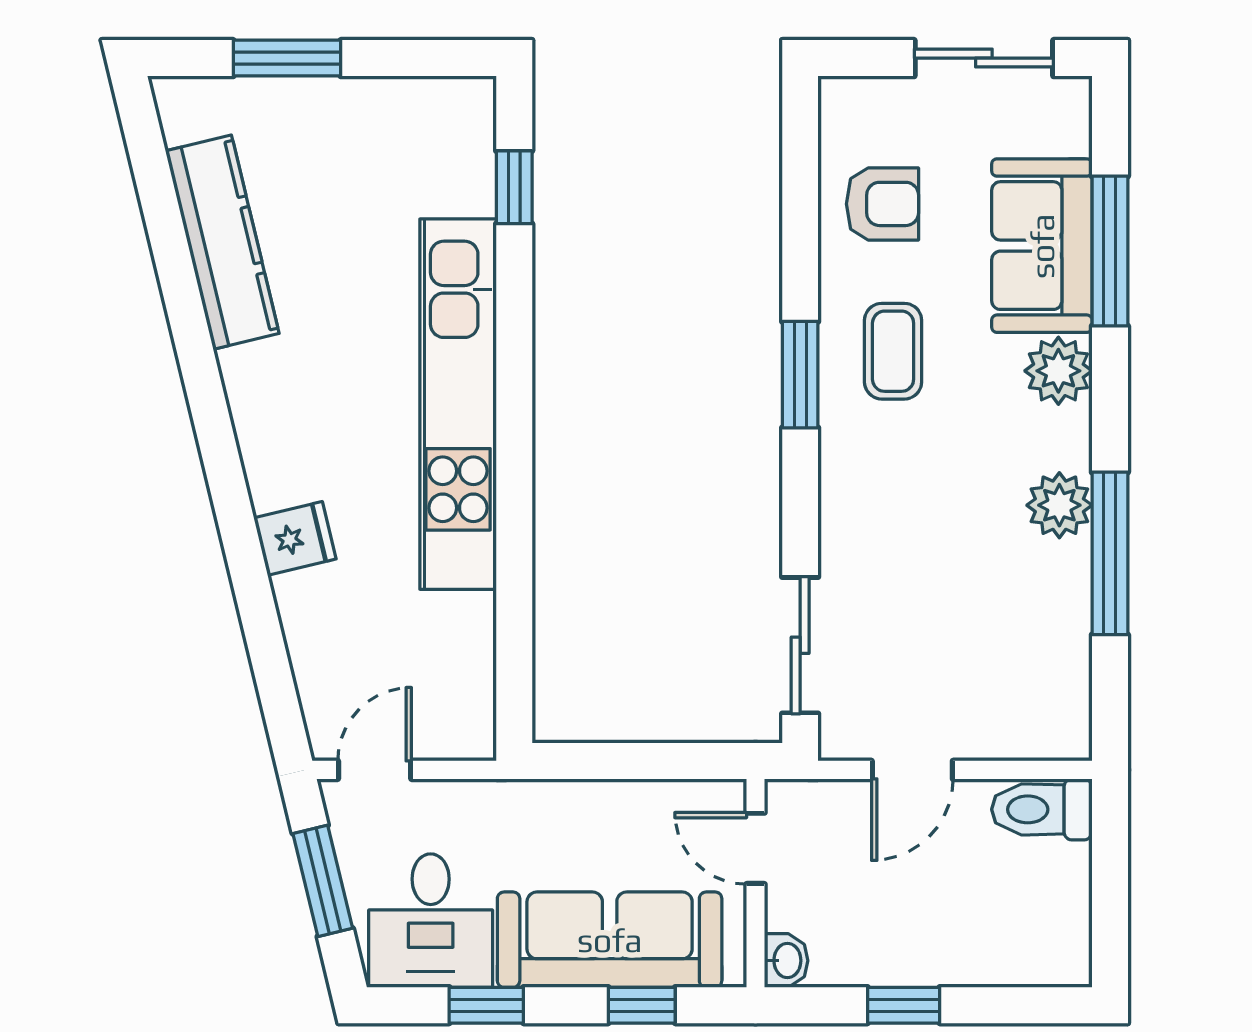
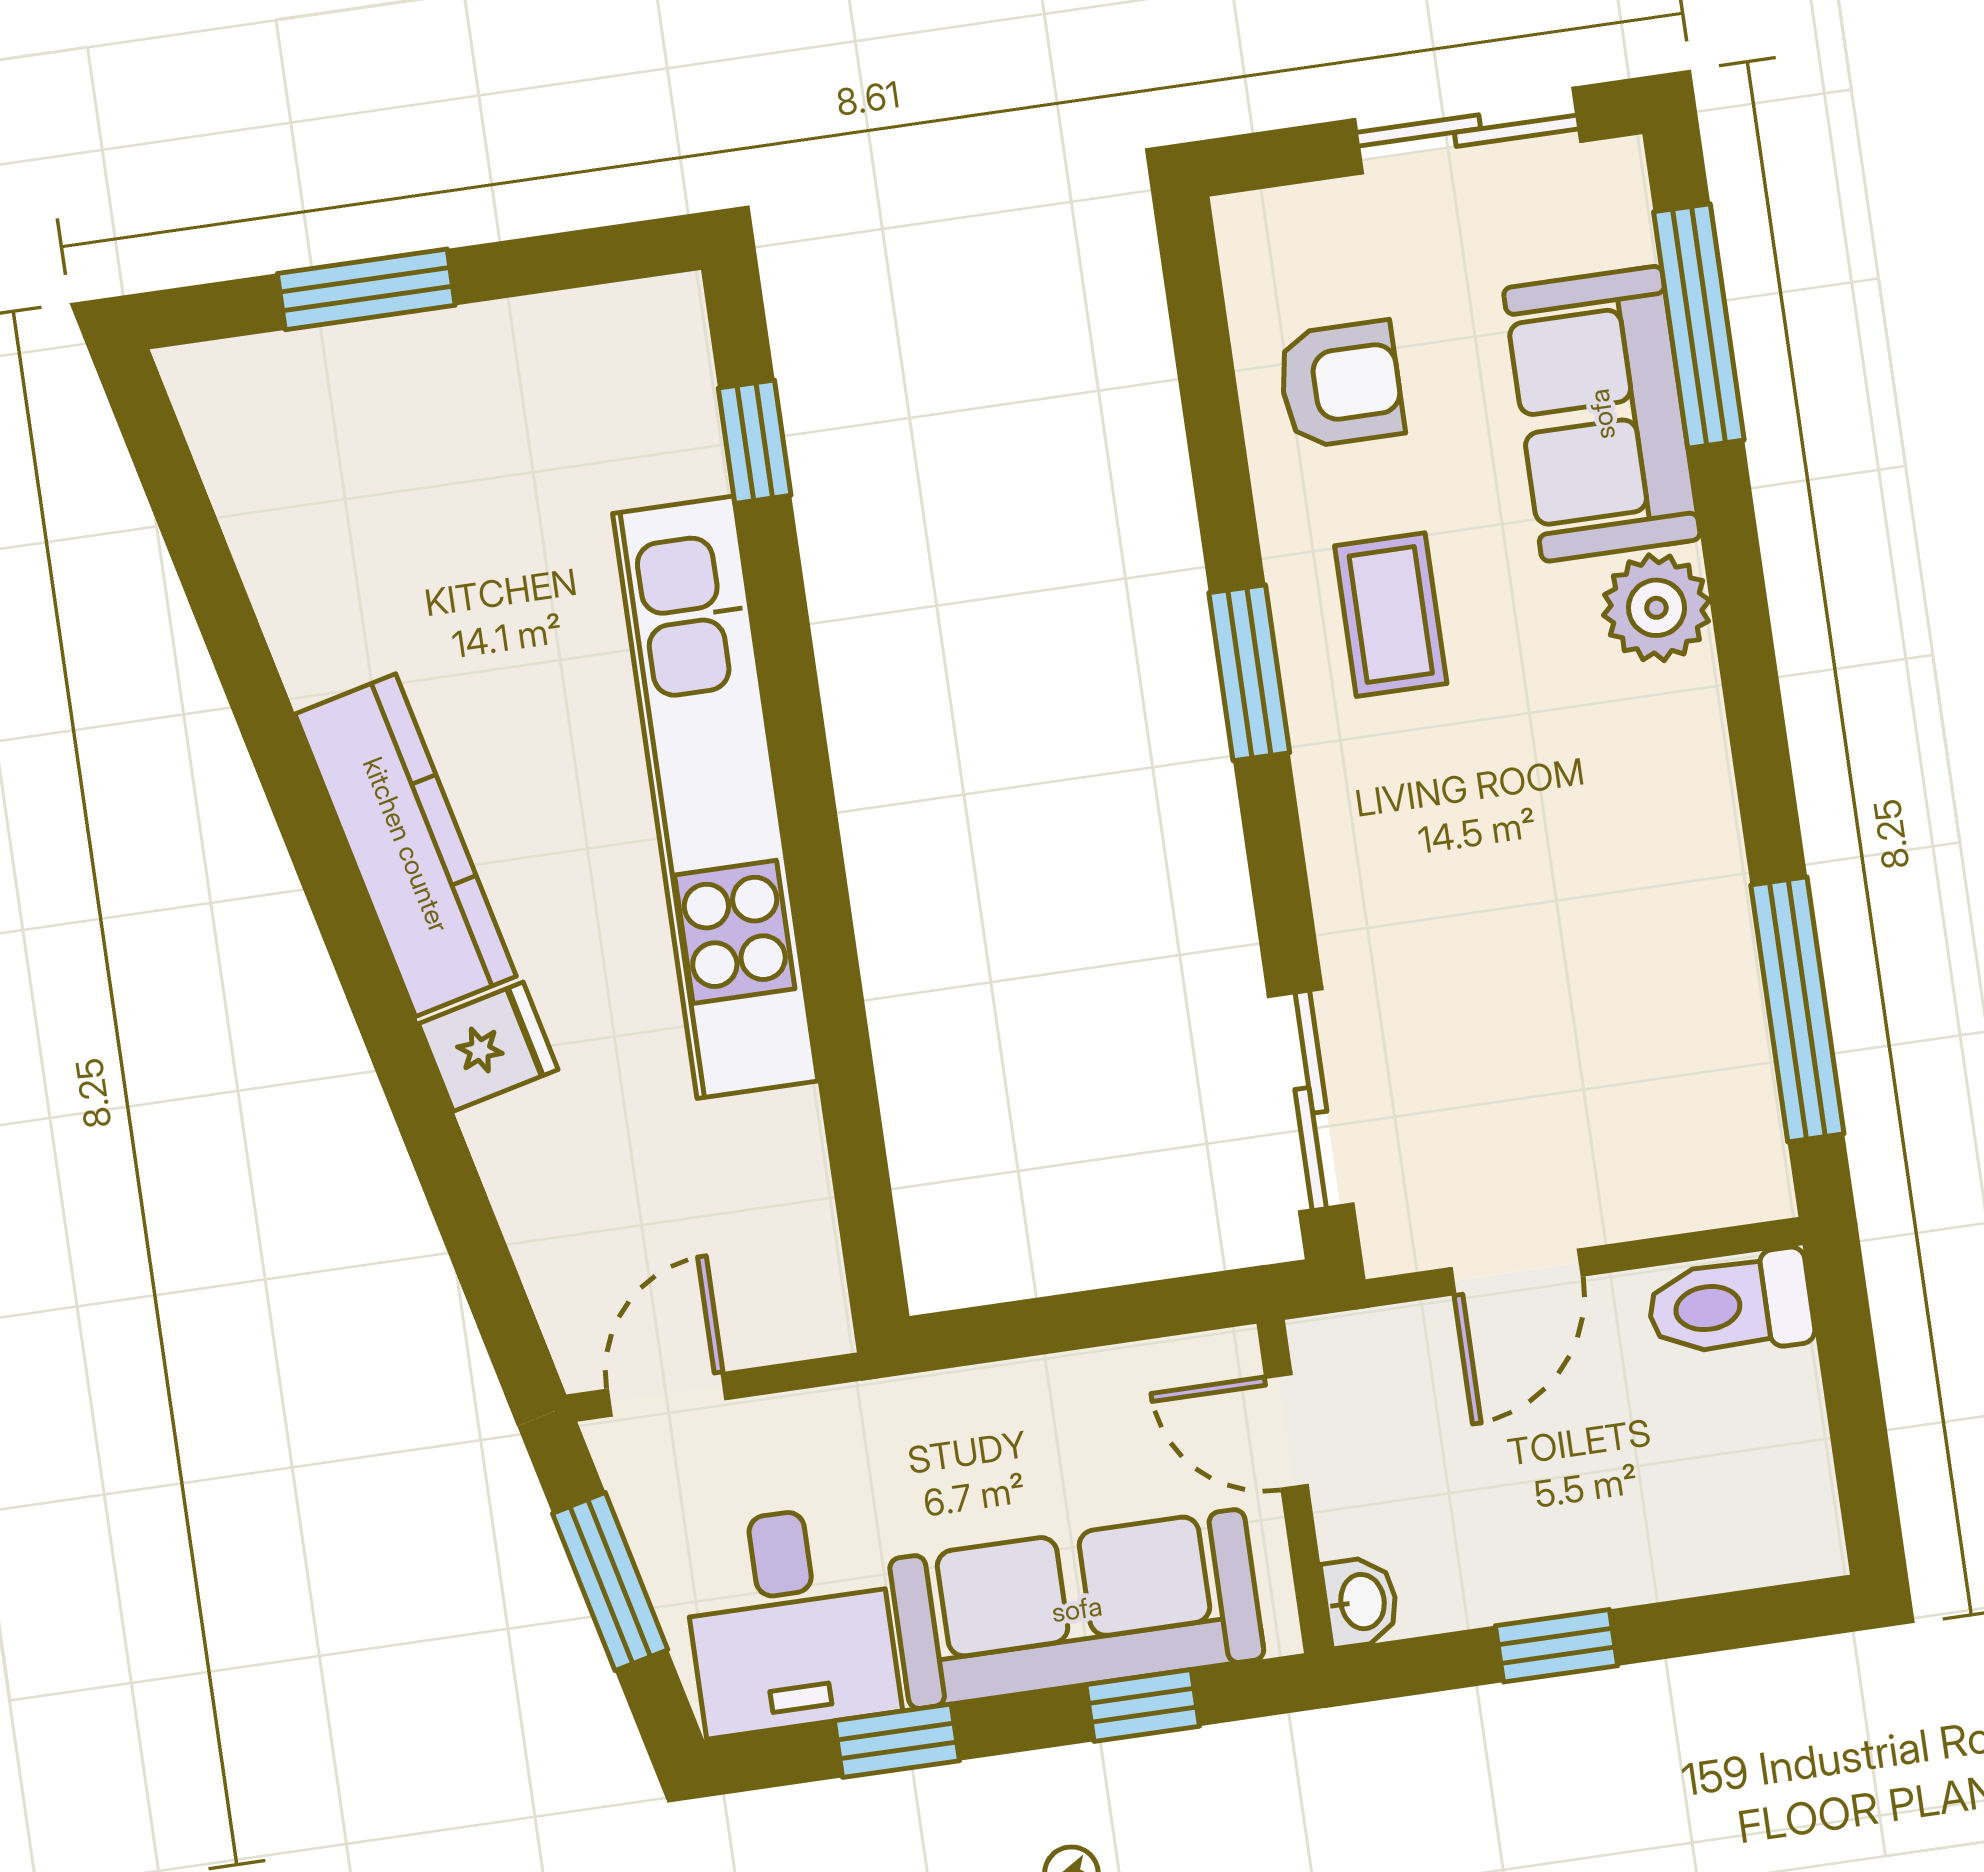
kitchen counter: (222, 242) -> (406, 845), moved
window: (1110, 251) -> (1699, 326), moved
plant: (1059, 505) -> (1689, 820), removed
window: (1110, 553) -> (1797, 1009), moved

